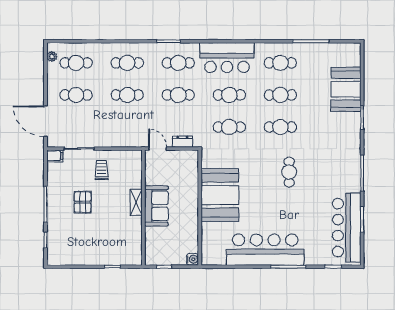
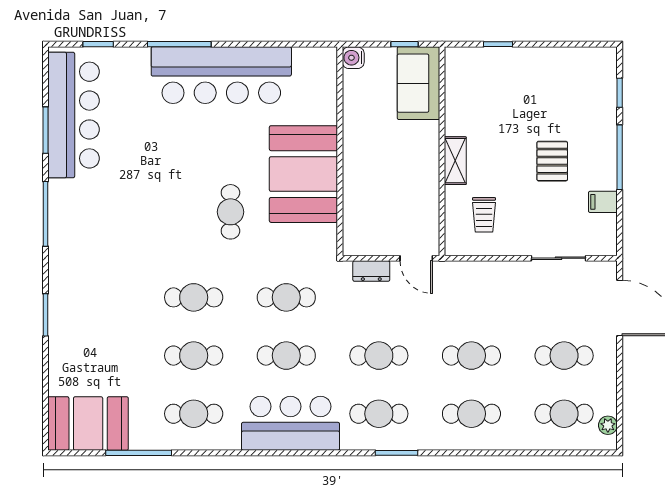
booth: (346, 89) -> (88, 423), moved, turned 90
filing cabinet: (55, 156) -> (603, 202), moved
trolley: (102, 170) -> (484, 215), moved
cafe table: (289, 172) -> (230, 212), moved
sofa: (156, 206) -> (418, 83), moved

